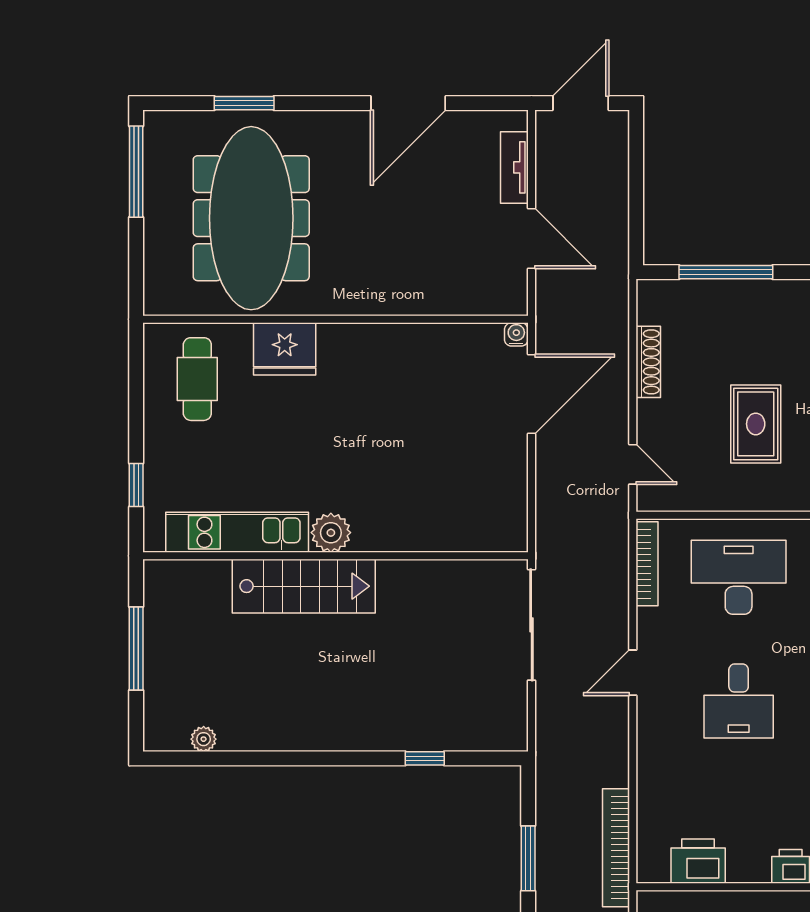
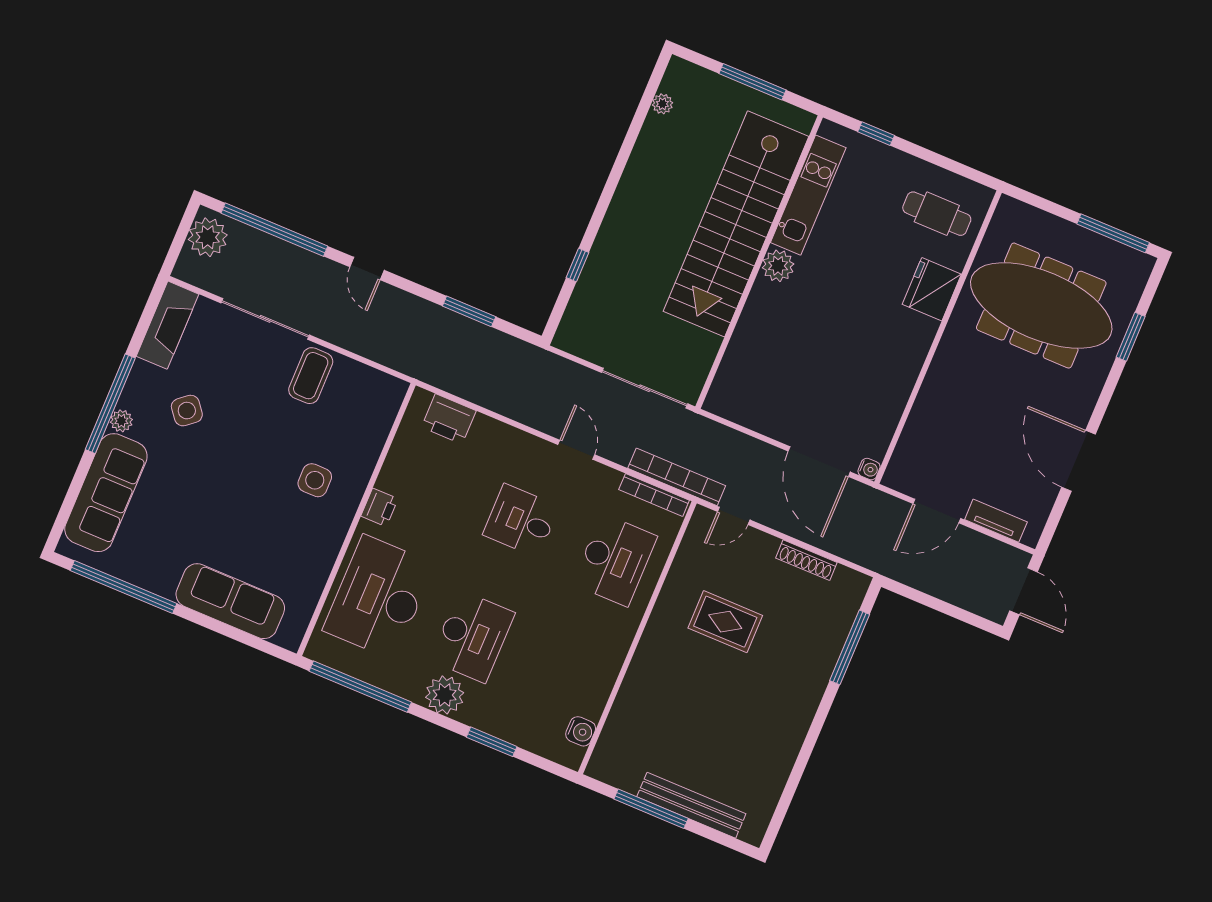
stairs: (304, 586) -> (736, 224), width x1.86, depth x1.51
bookcase: (616, 848) -> (677, 477), moved
printer: (698, 861) -> (449, 419), moved, turned 90

